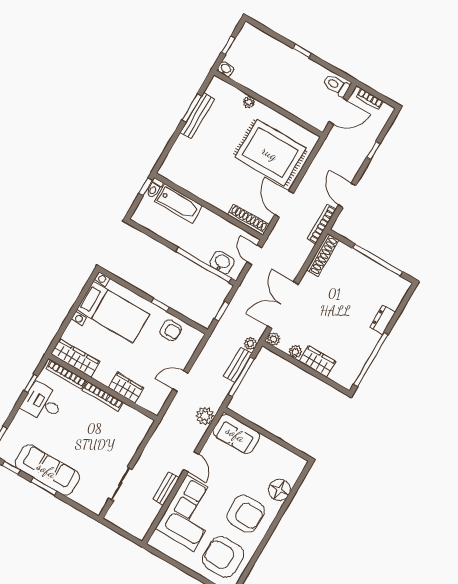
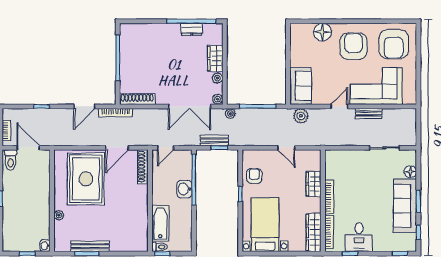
washbasin: (222, 262) -> (184, 189), moved
dresser: (383, 320) -> (192, 29), moved
bench: (238, 365) -> (214, 140), moved
floor lamp: (80, 496) -> (410, 172), added

